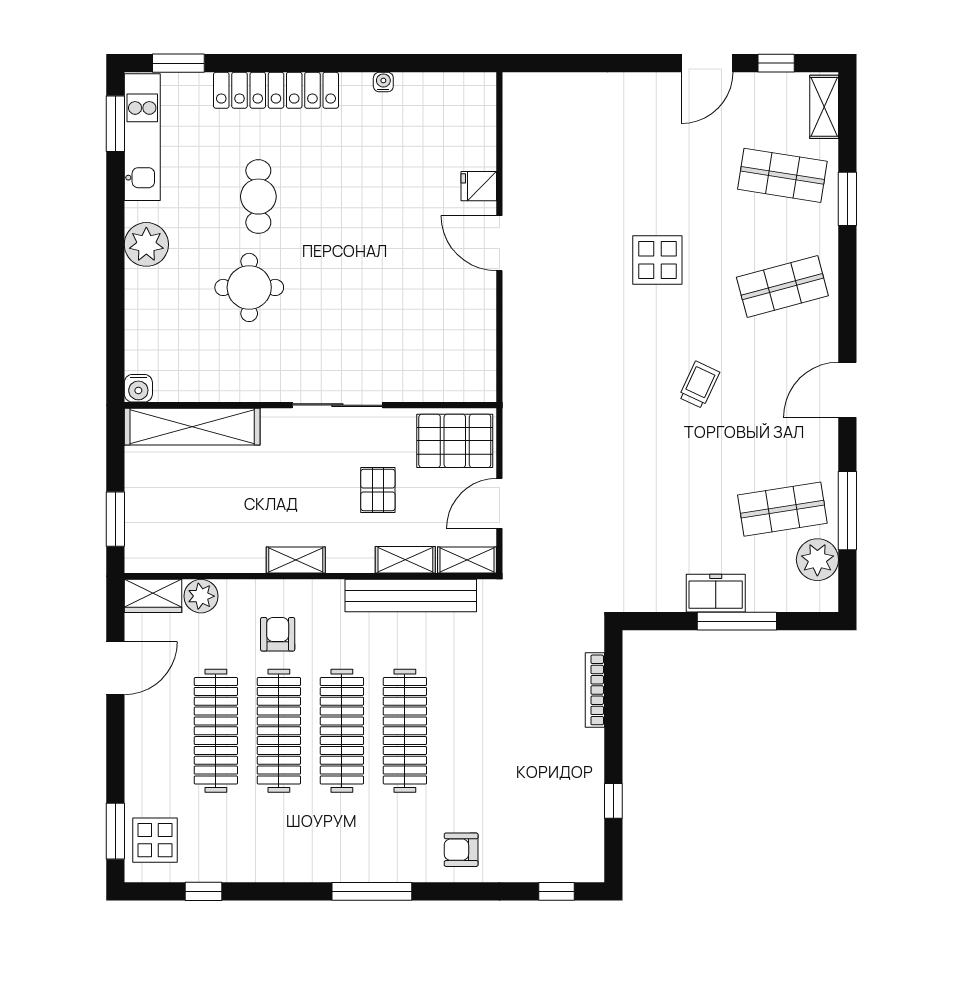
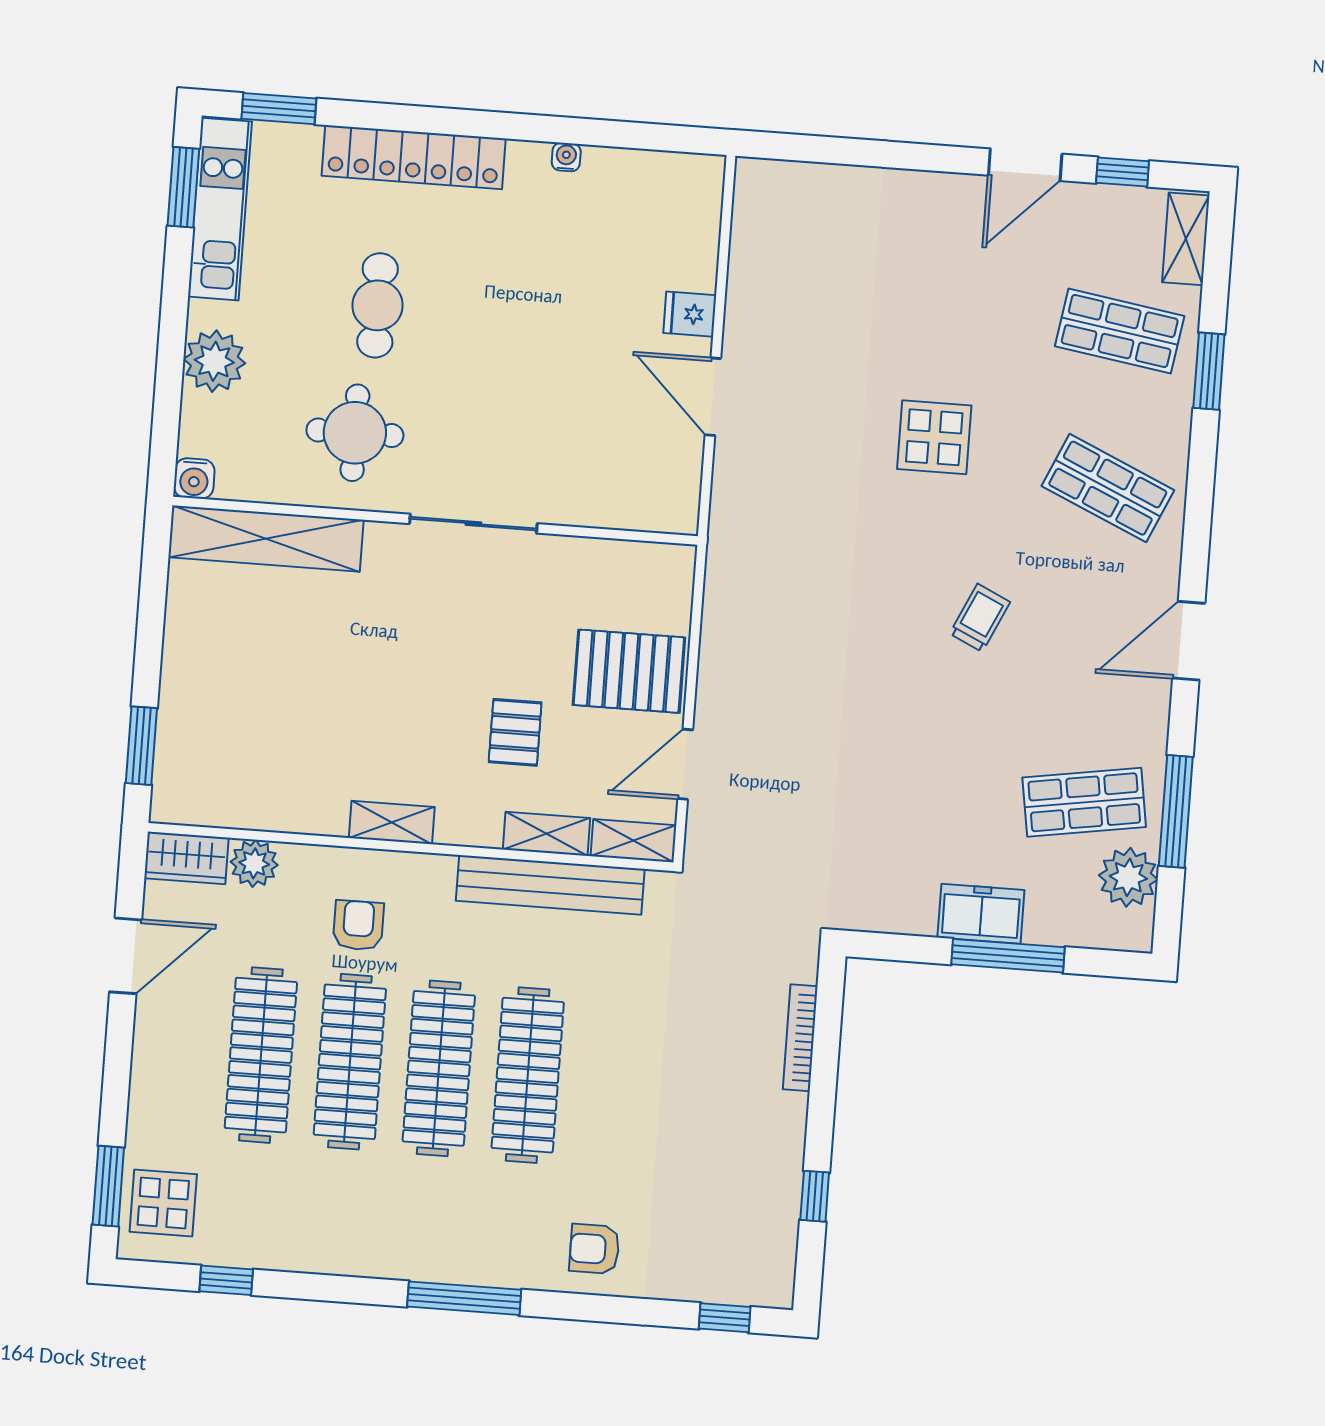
shop shelf: (782, 287) -> (1108, 488), turned 39
water cooler: (138, 388) -> (194, 479), moved
wall: (310, 405) -> (435, 521), moved
sliding door: (337, 405) -> (473, 524), moved
shelving: (192, 427) -> (266, 539), moved

